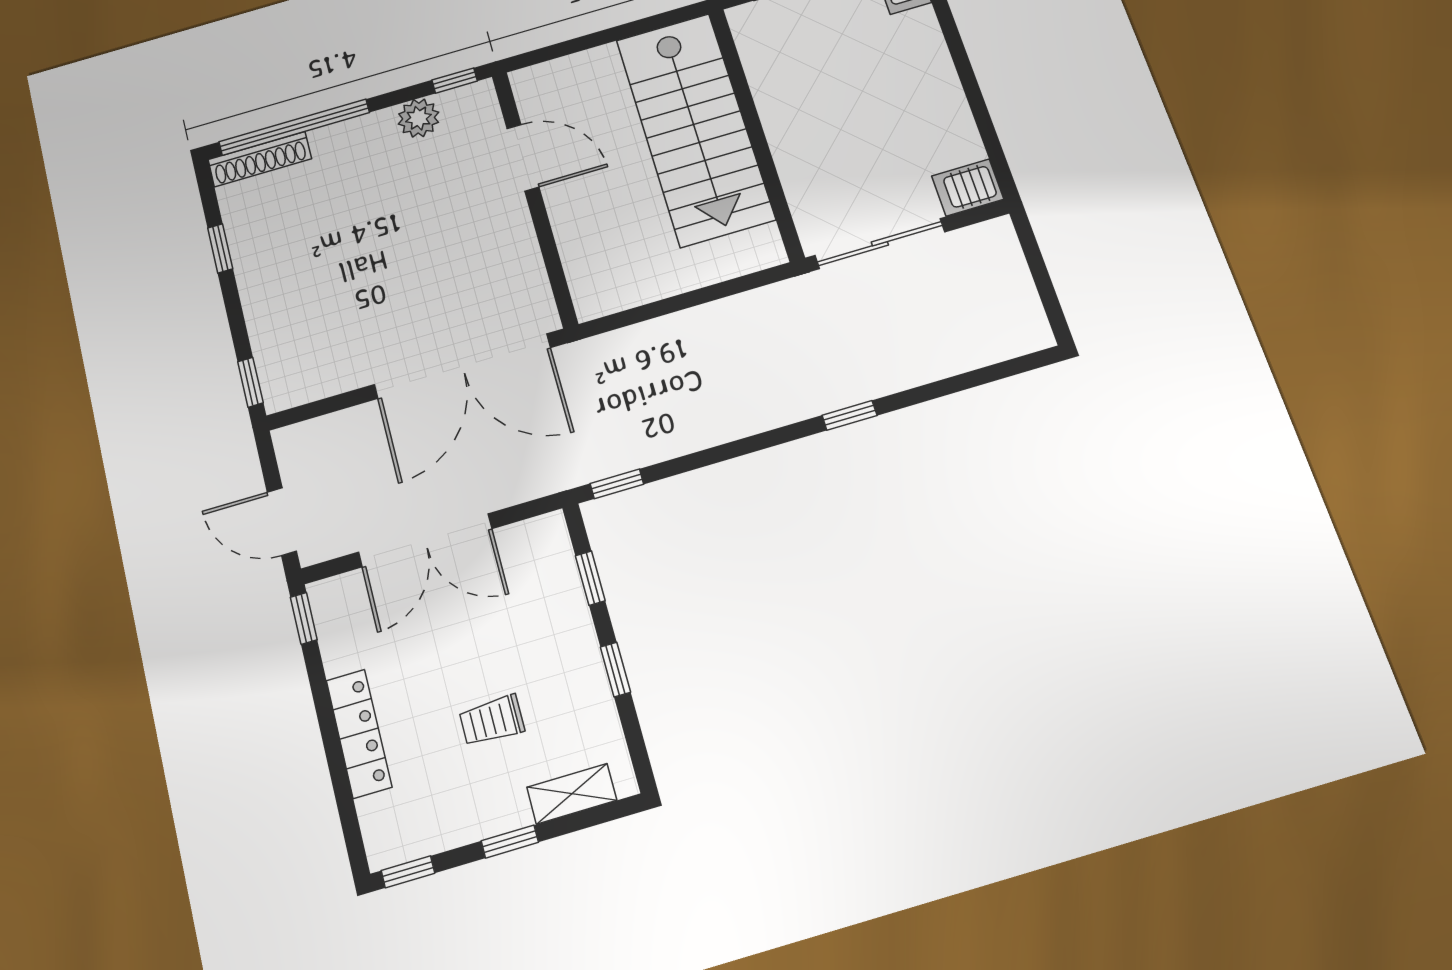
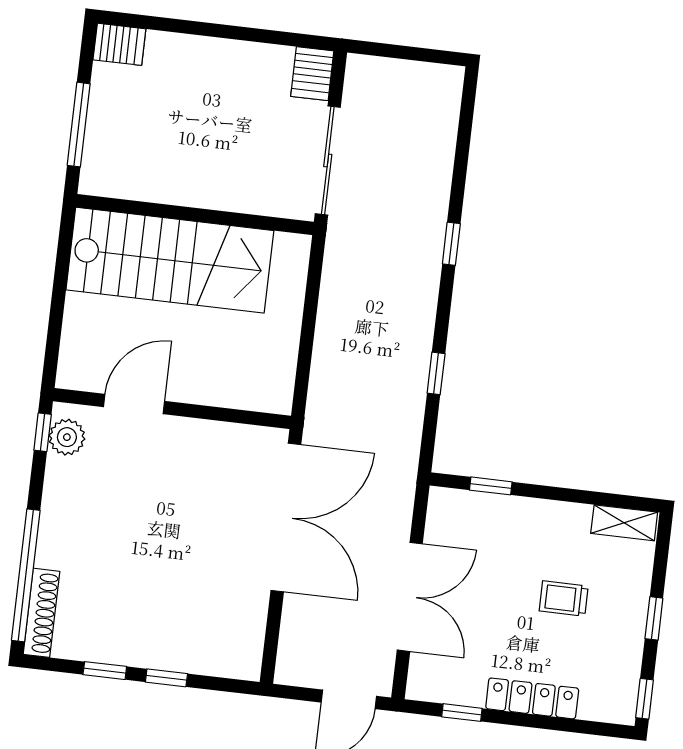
plant: (418, 118) -> (67, 437), moved
window: (250, 382) -> (166, 678), moved
window: (617, 484) -> (436, 373), moved
window: (304, 618) -> (462, 713), moved
window: (615, 670) -> (565, 495), removed
trolley: (492, 720) -> (564, 598), turned 90
shelving: (572, 794) -> (624, 523), moved, turned 90

